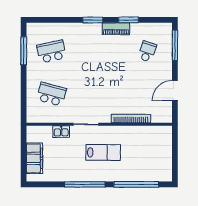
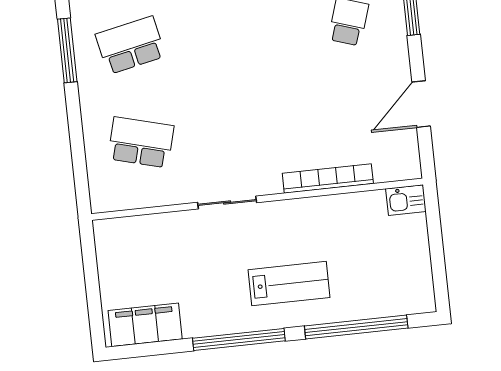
kitchen sink: (61, 132) -> (406, 200), moved
lab bench: (103, 152) -> (289, 284), moved
filing cabinet: (34, 158) -> (145, 325), moved, turned -90

